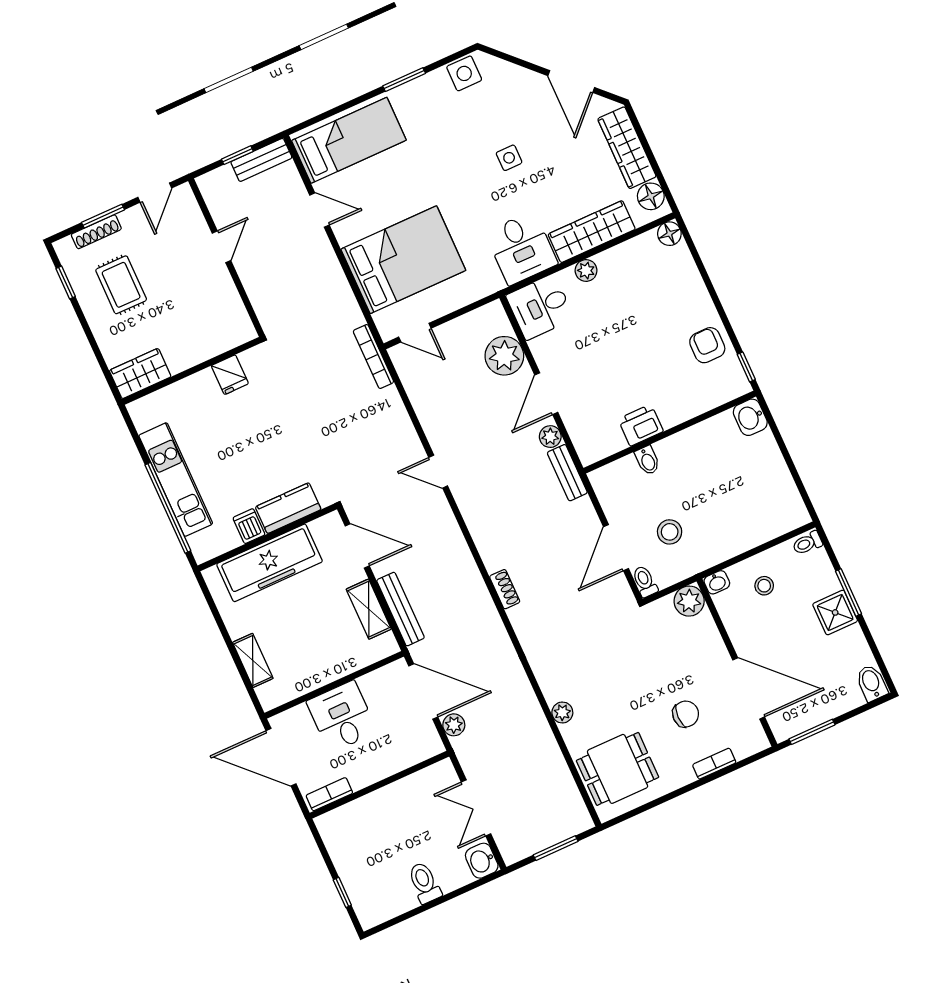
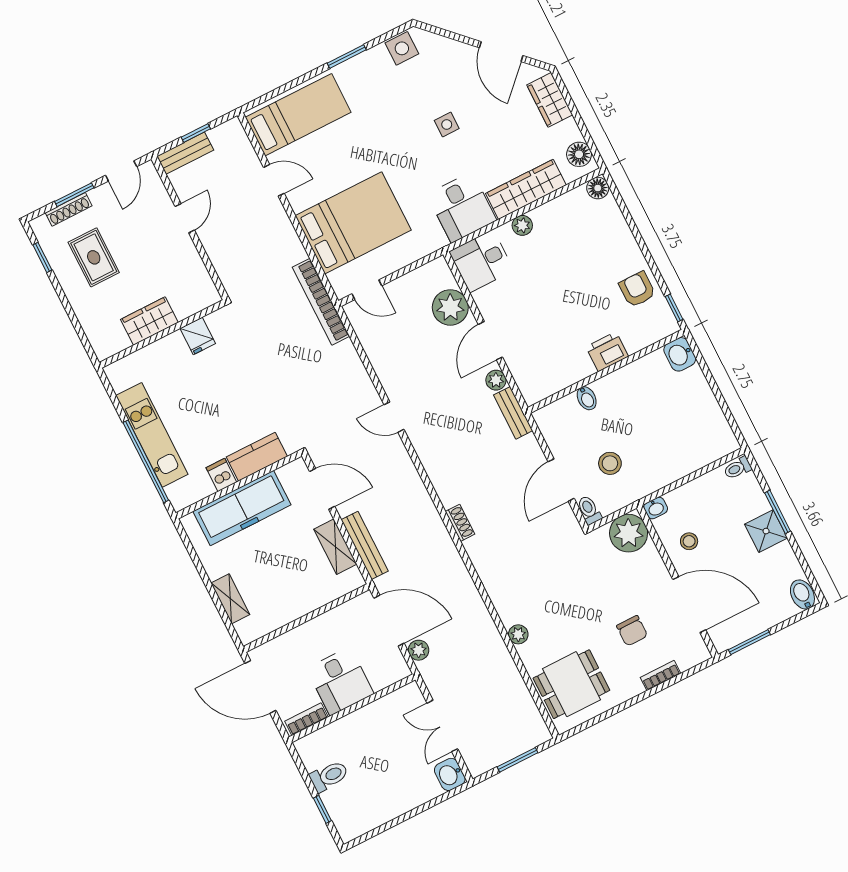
wardrobe: (627, 148) -> (550, 100), width x0.67
bench: (261, 160) -> (185, 153), moved
bookcase: (373, 357) -> (321, 302), width x1.48, depth x1.31
wardrobe: (140, 374) -> (149, 321), moved
printer: (641, 425) -> (607, 352), moved
stool: (764, 586) -> (689, 541), moved
plant: (689, 601) -> (629, 533), width x1.36, depth x1.36
chair: (686, 714) -> (632, 631), turned 90
desk: (342, 717) -> (340, 681), moved, turned 180
toilet: (424, 883) -> (329, 776), moved, turned 90

